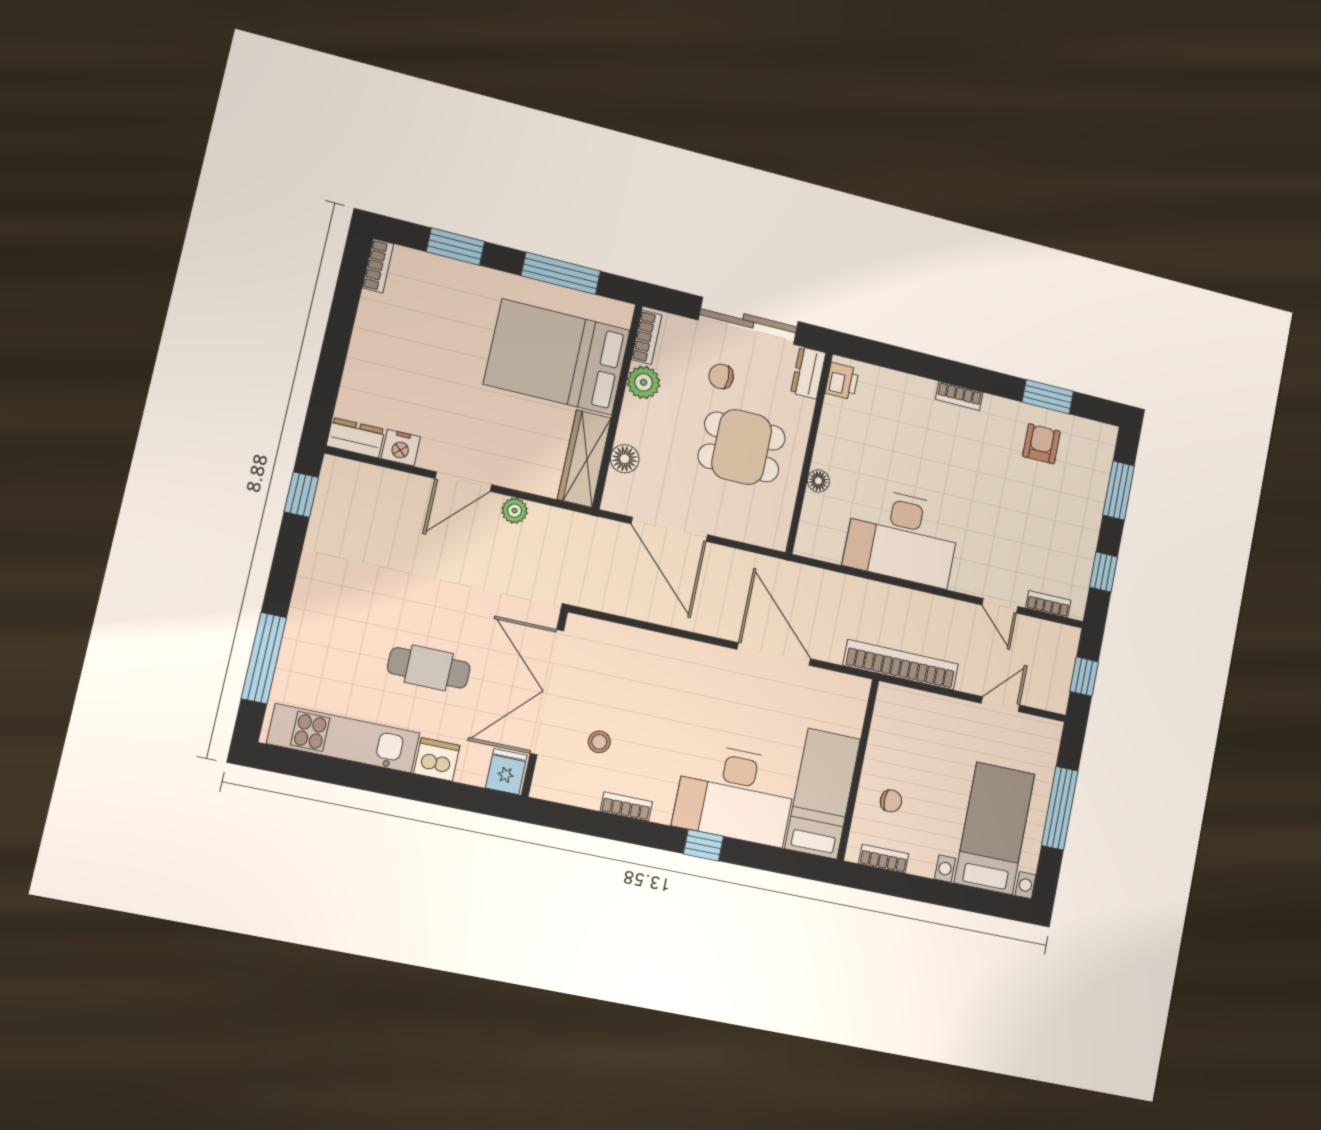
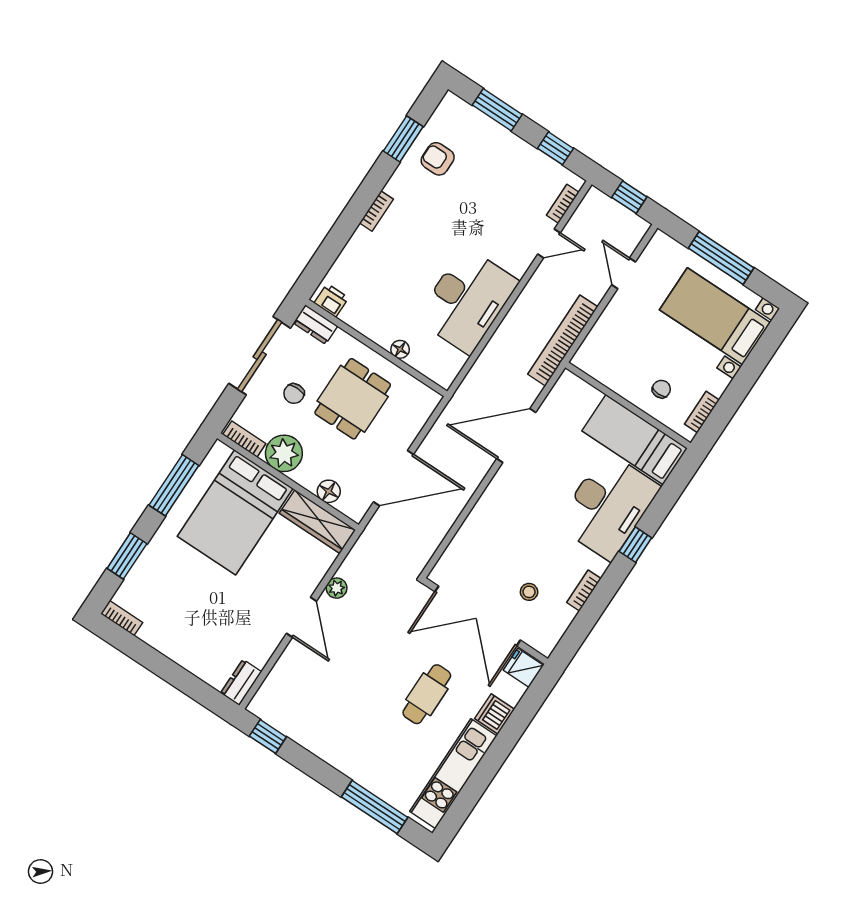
plant: (644, 382) -> (284, 453), width x1.36, depth x1.36
nightstand: (401, 448) -> (260, 653), removed

